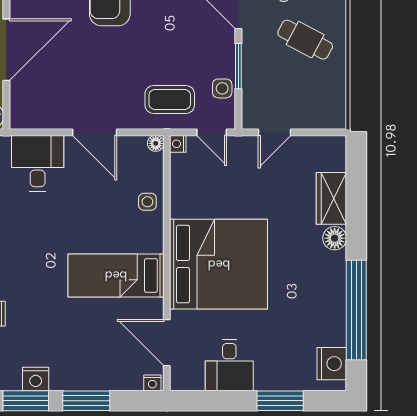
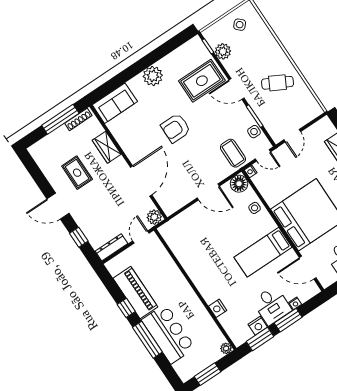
coffee table: (170, 99) -> (233, 153), turned 90
floor lamp: (156, 143) -> (239, 184), width x1.89, depth x1.89
desk: (38, 163) -> (272, 305), moved, turned 180
nightstand: (152, 383) -> (295, 303), moved

